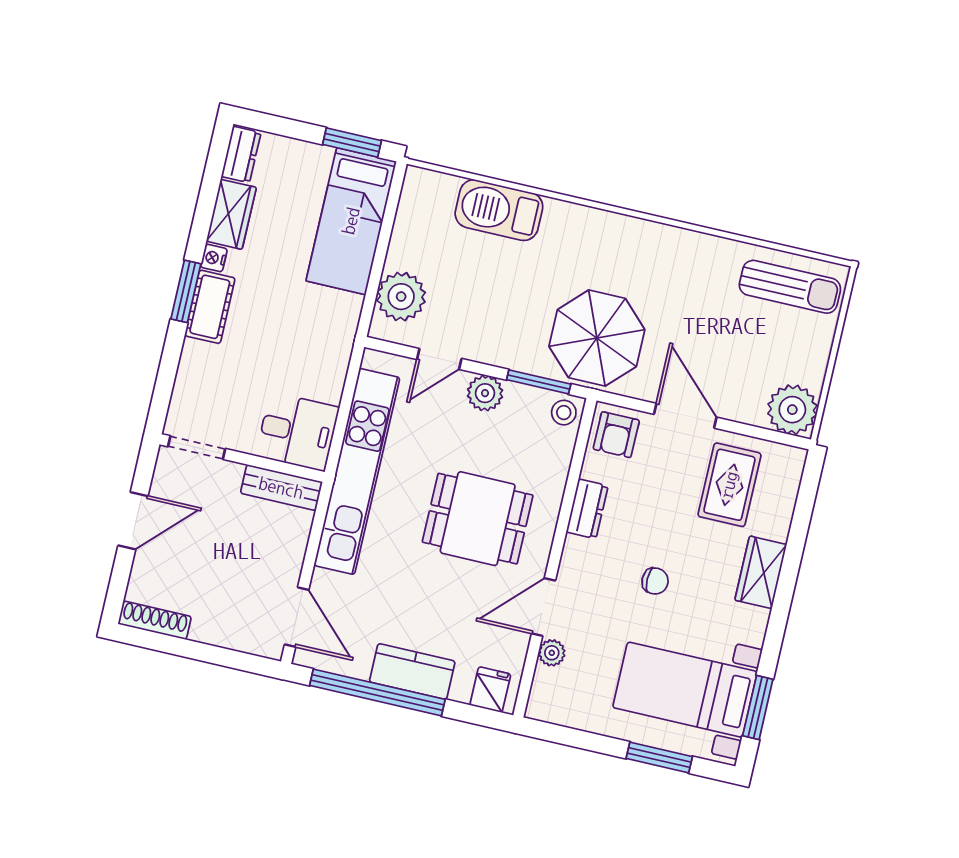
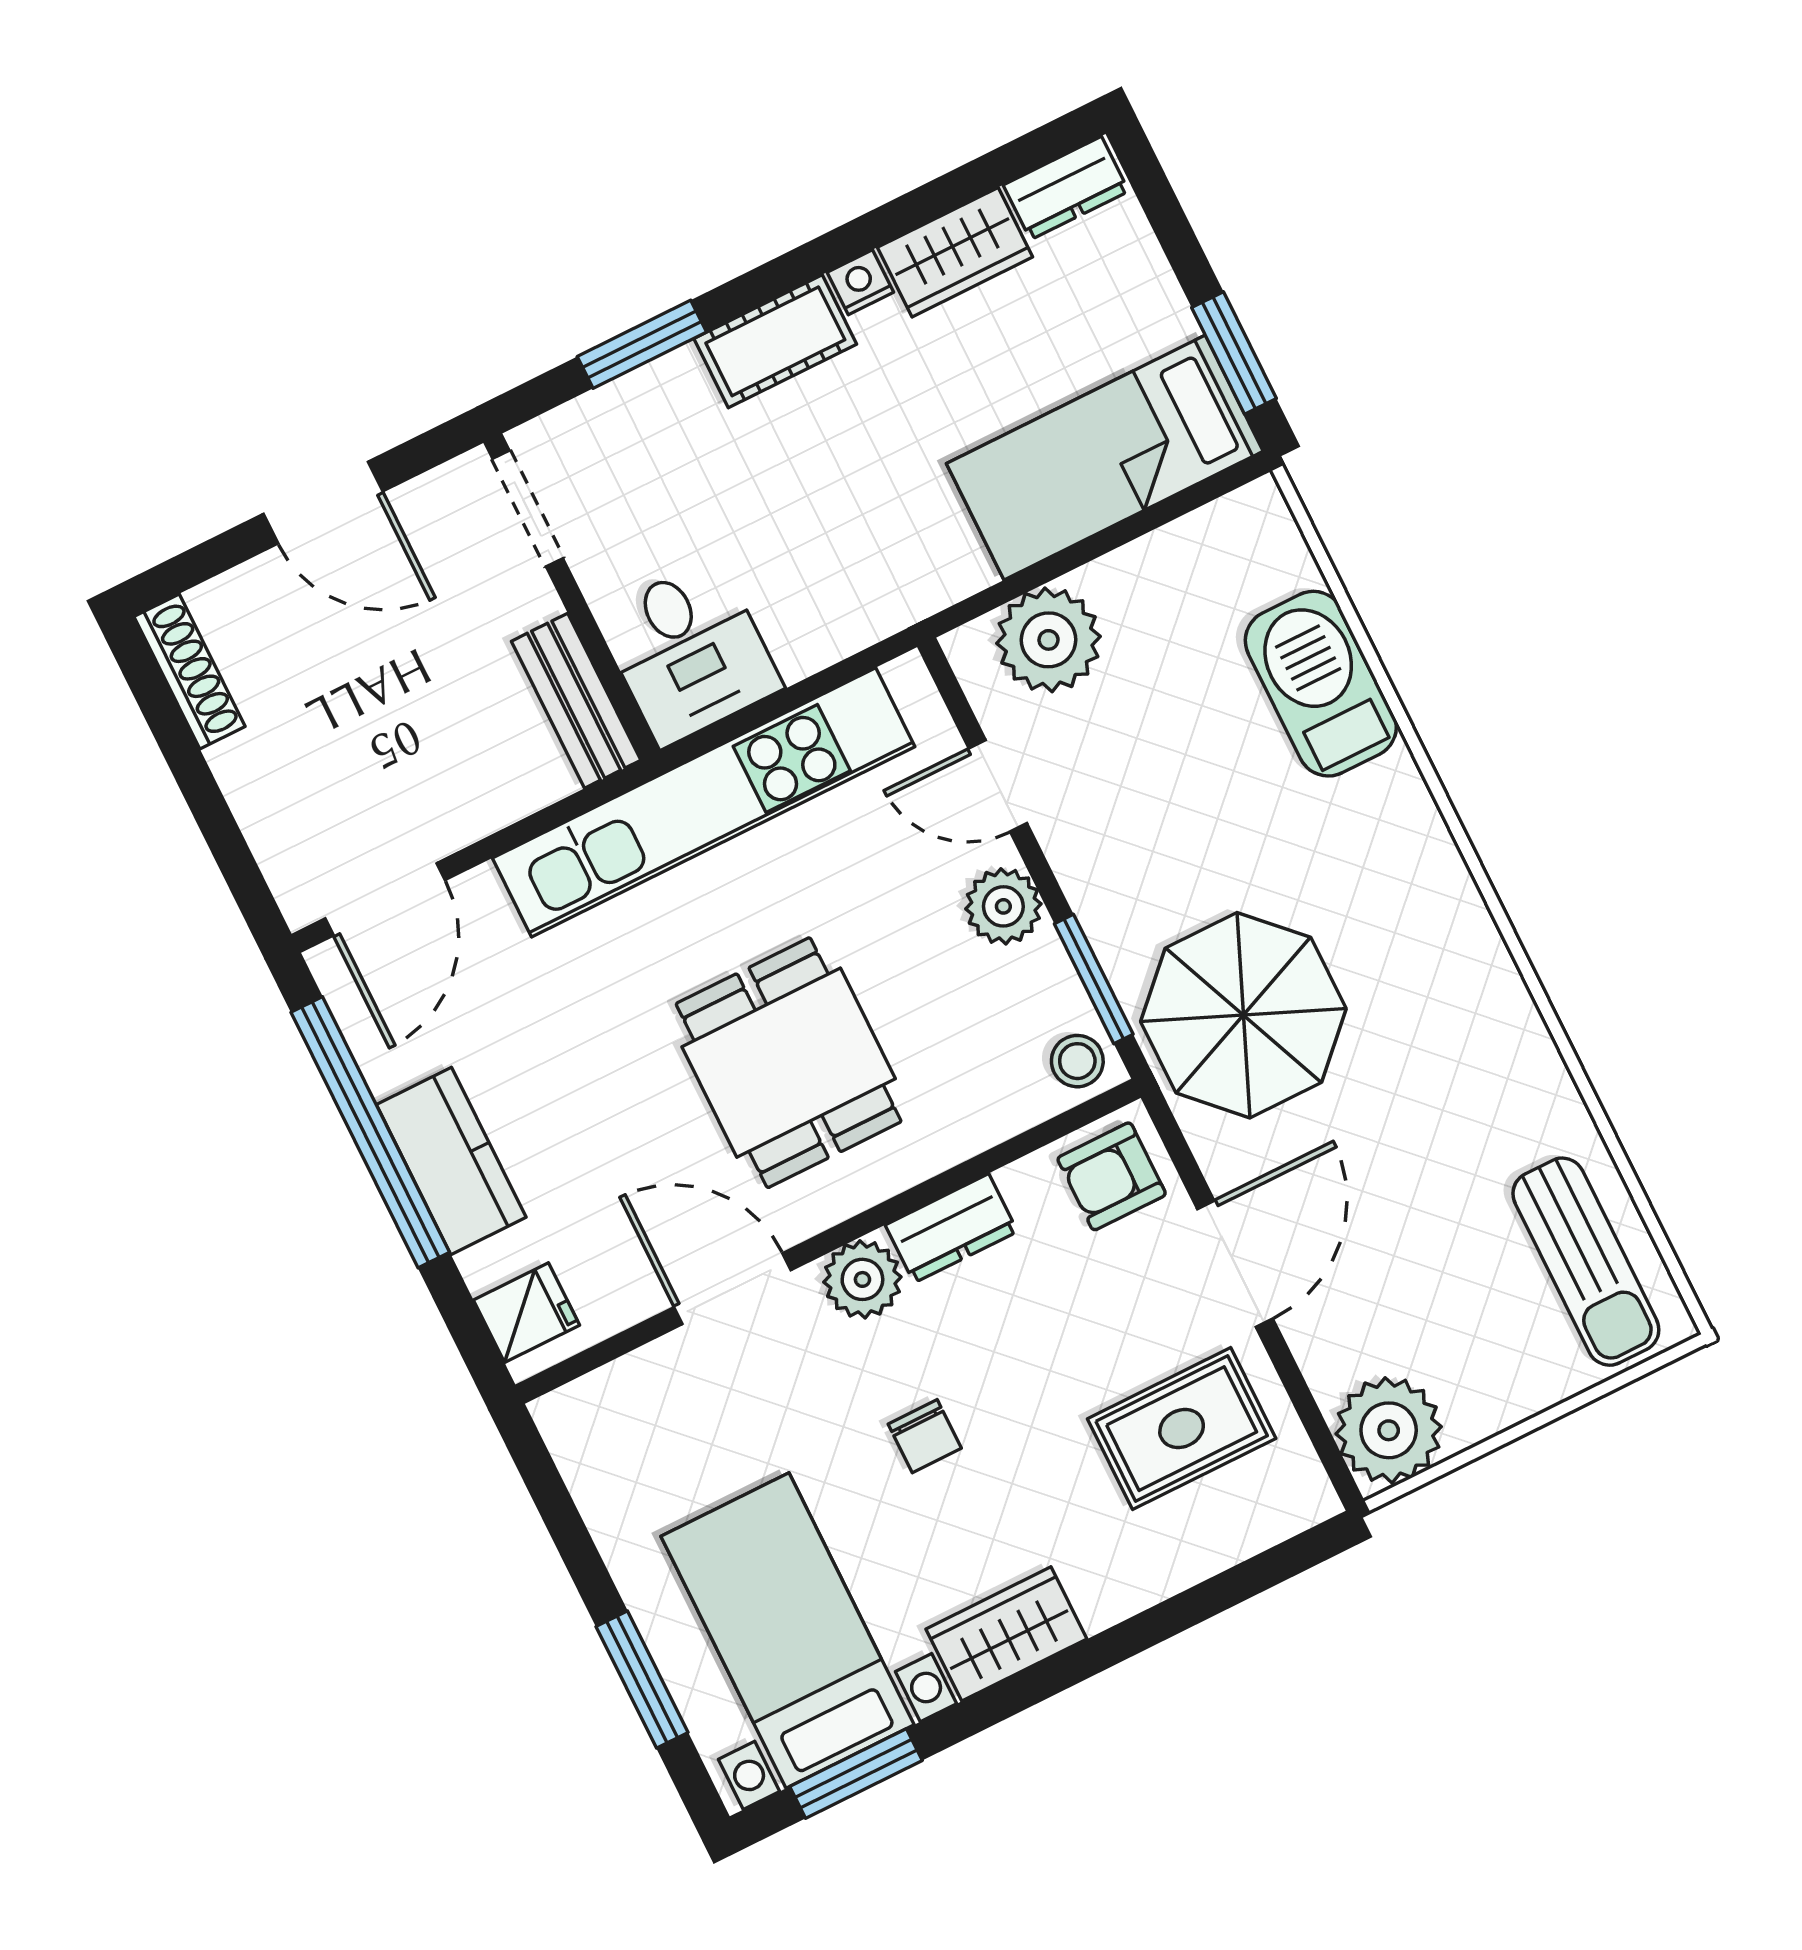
window: (186, 291) -> (642, 344), moved
wardrobe: (761, 572) -> (1006, 1634), moved
plant: (552, 653) -> (862, 1279), moved, width x1.38, depth x1.38

